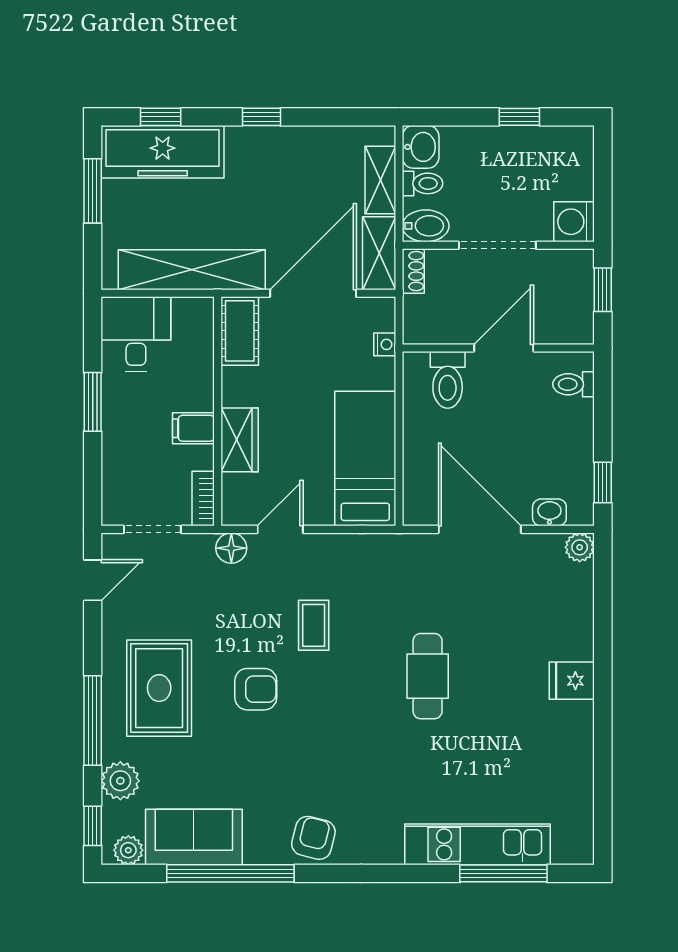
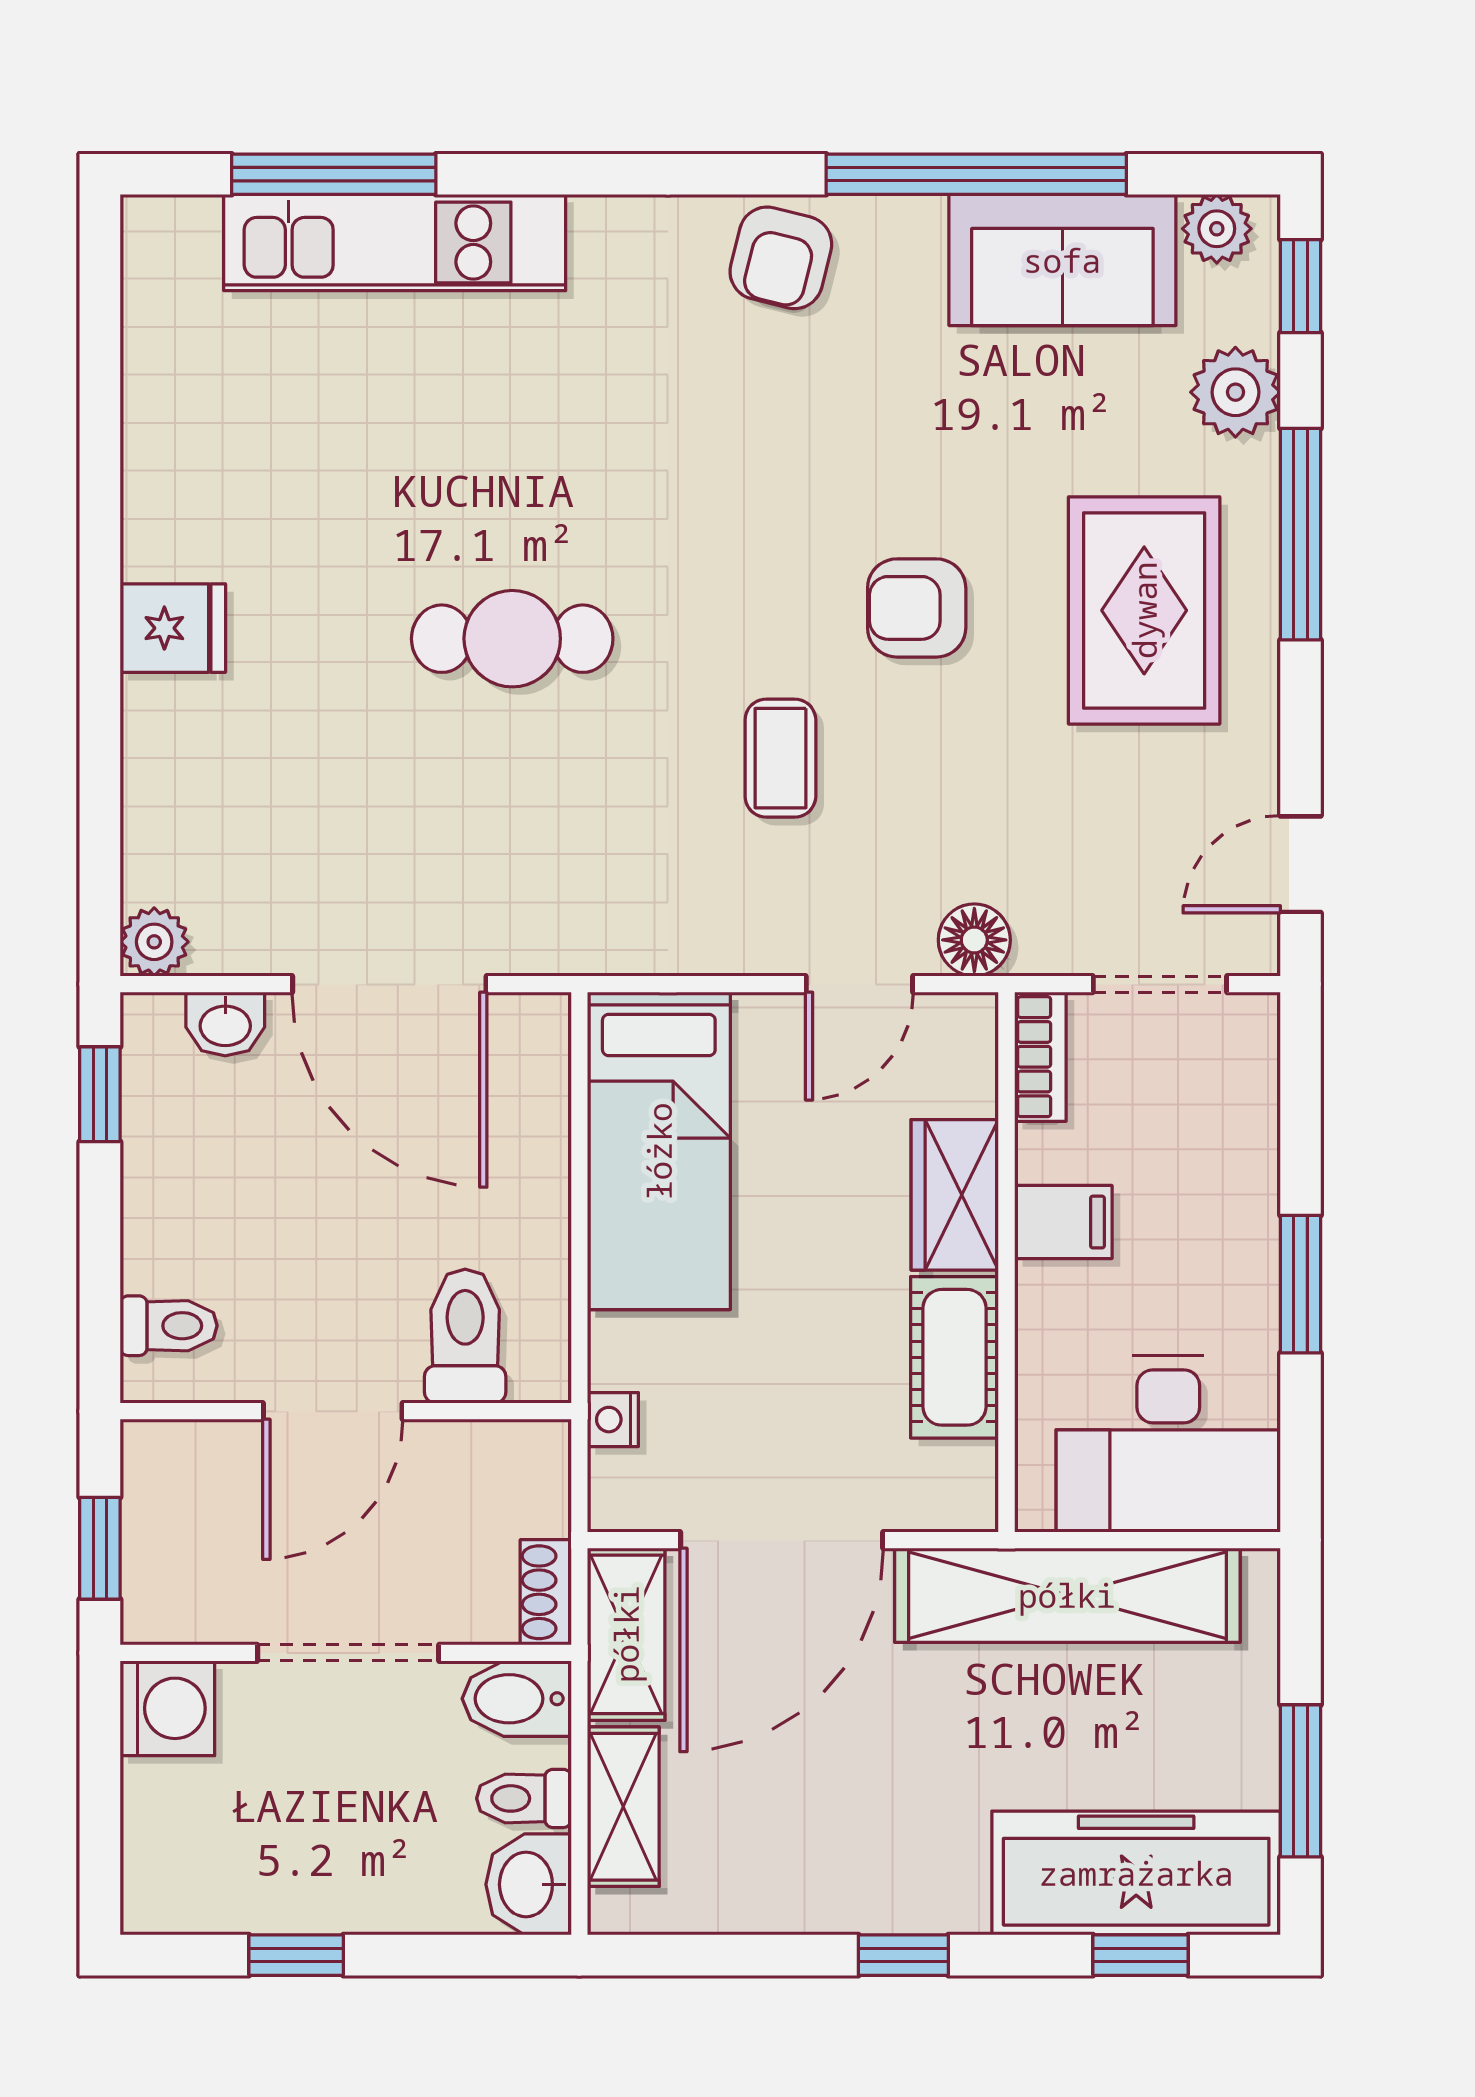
cot: (240, 331) -> (954, 1357), moved
desk: (136, 334) -> (1168, 1444), width x1.37
cafe table: (428, 676) -> (512, 639), turned 90

